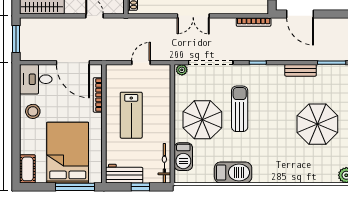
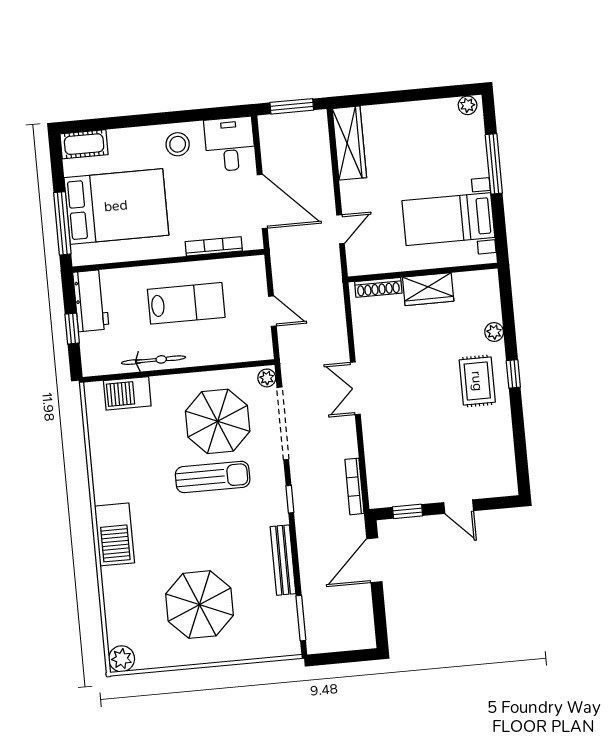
door: (73, 63) -> (262, 201), swing flipped
bench: (301, 70) -> (283, 560), width x1.36
lab bench: (131, 115) -> (186, 303), turned 180
parasol: (202, 120) -> (218, 421), moved
bicycle: (164, 163) -> (153, 360), moved
barbecue: (233, 173) -> (114, 534), moved

